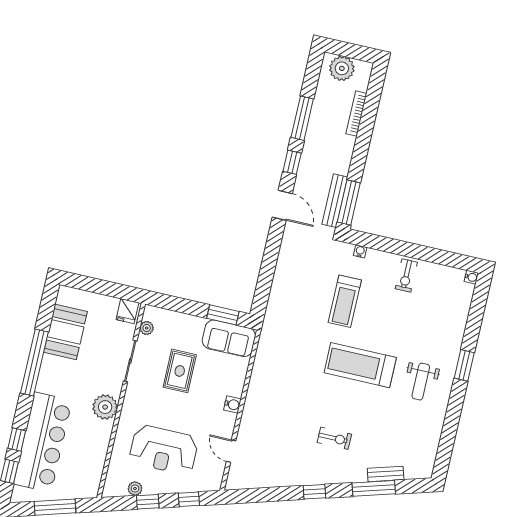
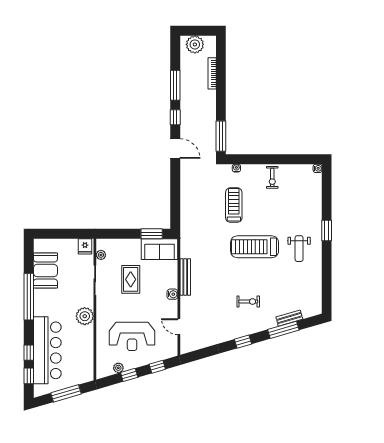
bench: (335, 201) -> (185, 277), moved
treadmill: (345, 301) -> (234, 205), turned 180

